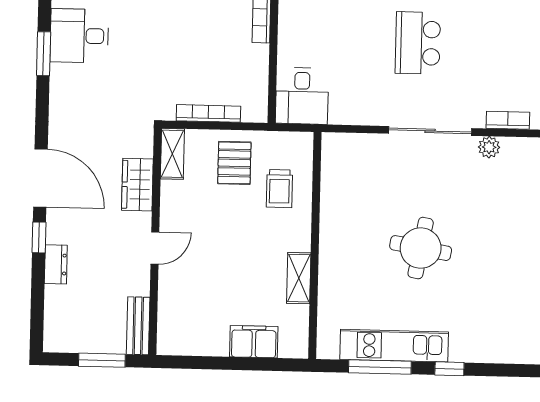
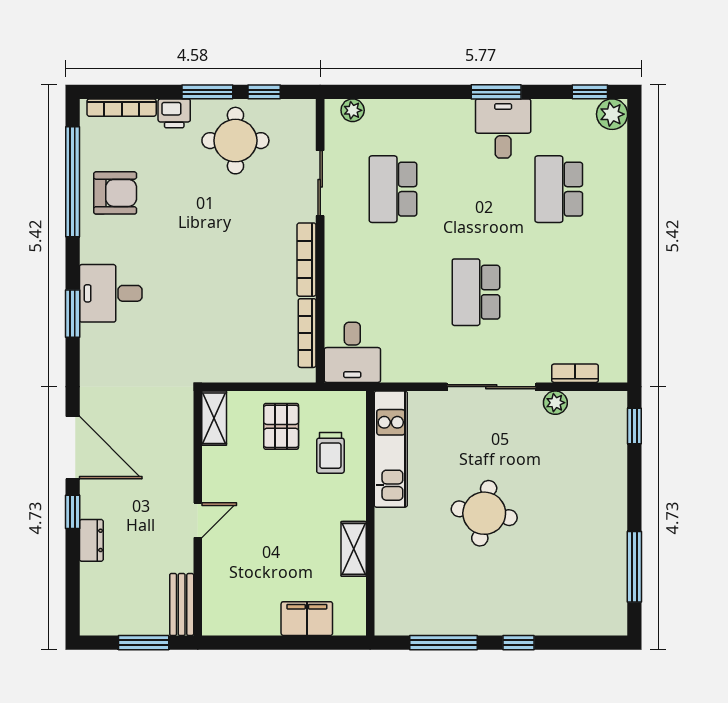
bookcase: (208, 113) -> (307, 333), moved, turned -90
wardrobe: (137, 185) -> (177, 452), removed
kitchen unit: (394, 346) -> (391, 449), moved, turned 90

